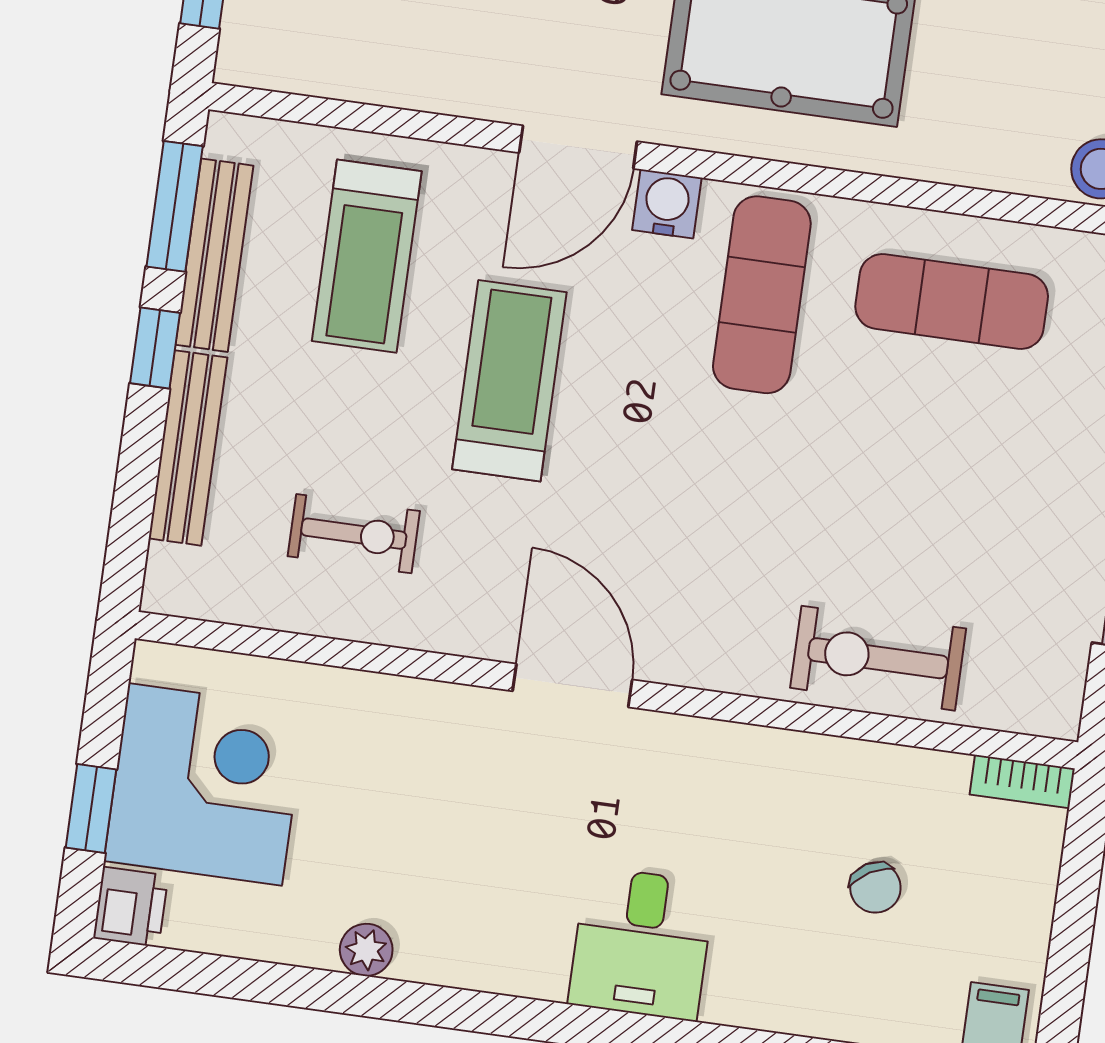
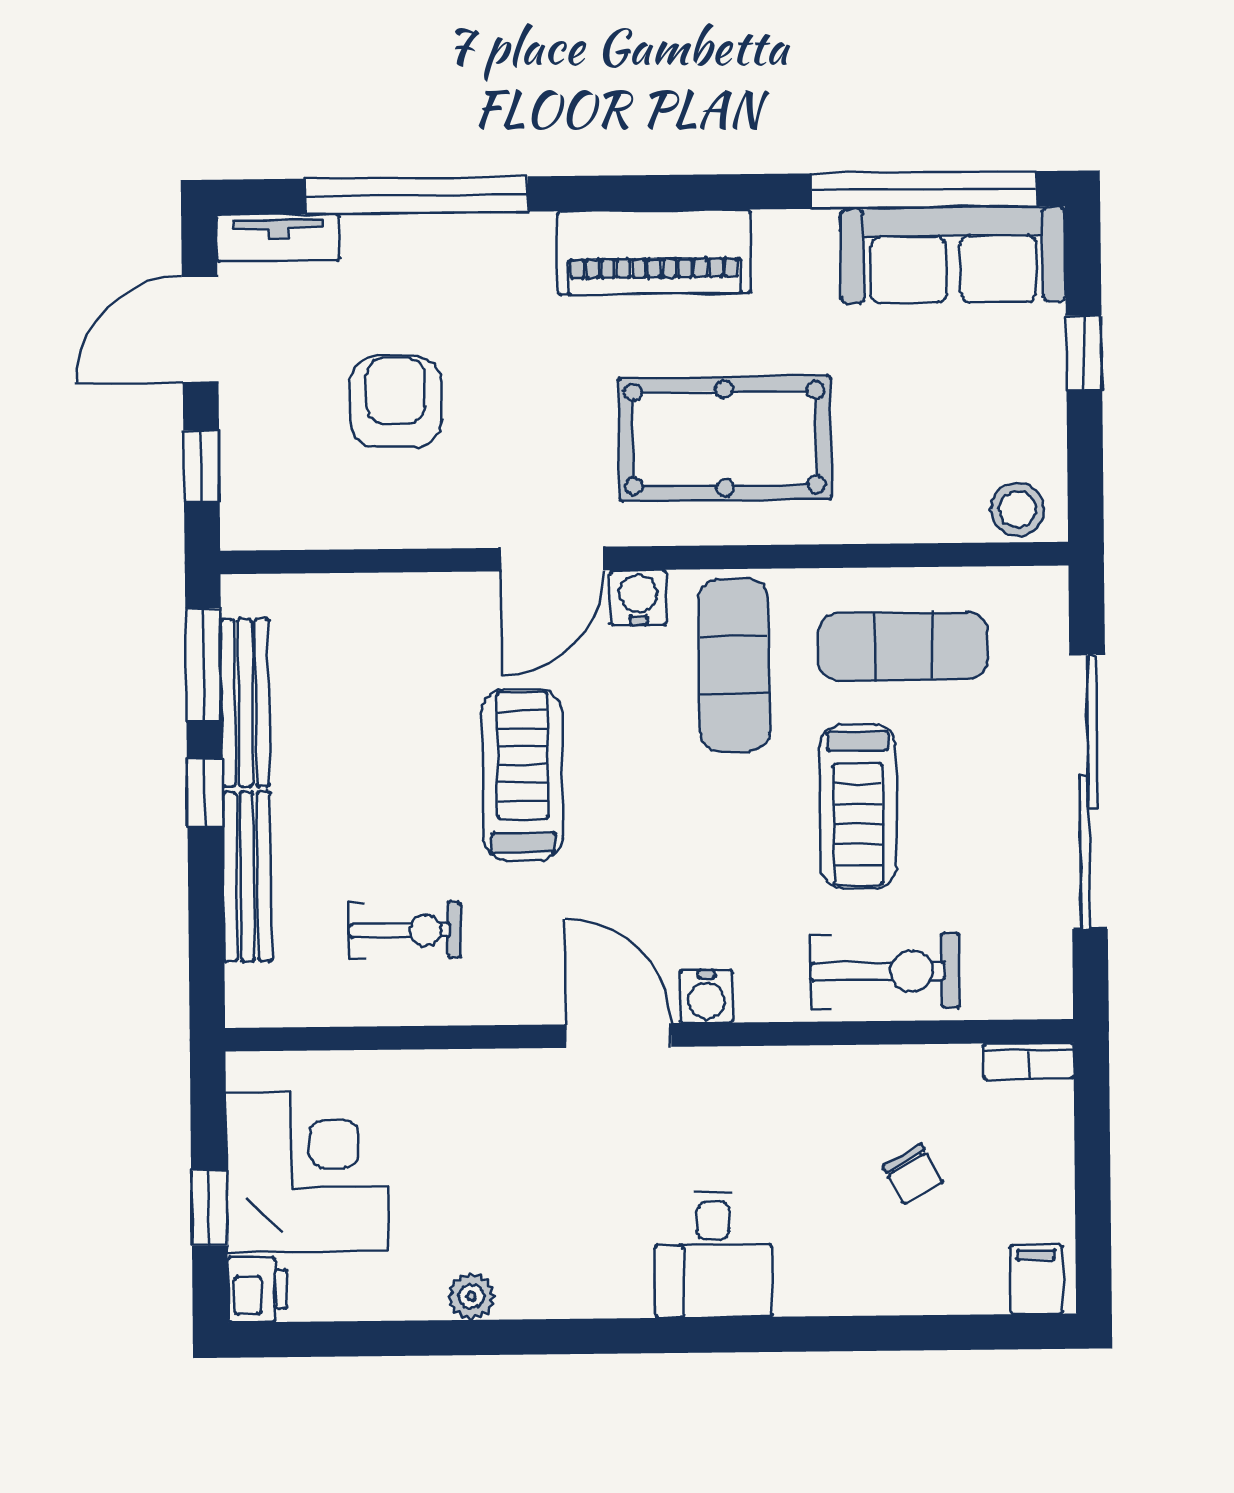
treadmill: (367, 256) -> (858, 806), moved
water cooler: (676, 657) -> (706, 996), added
exercise bike: (878, 658) -> (885, 971), turned 180

